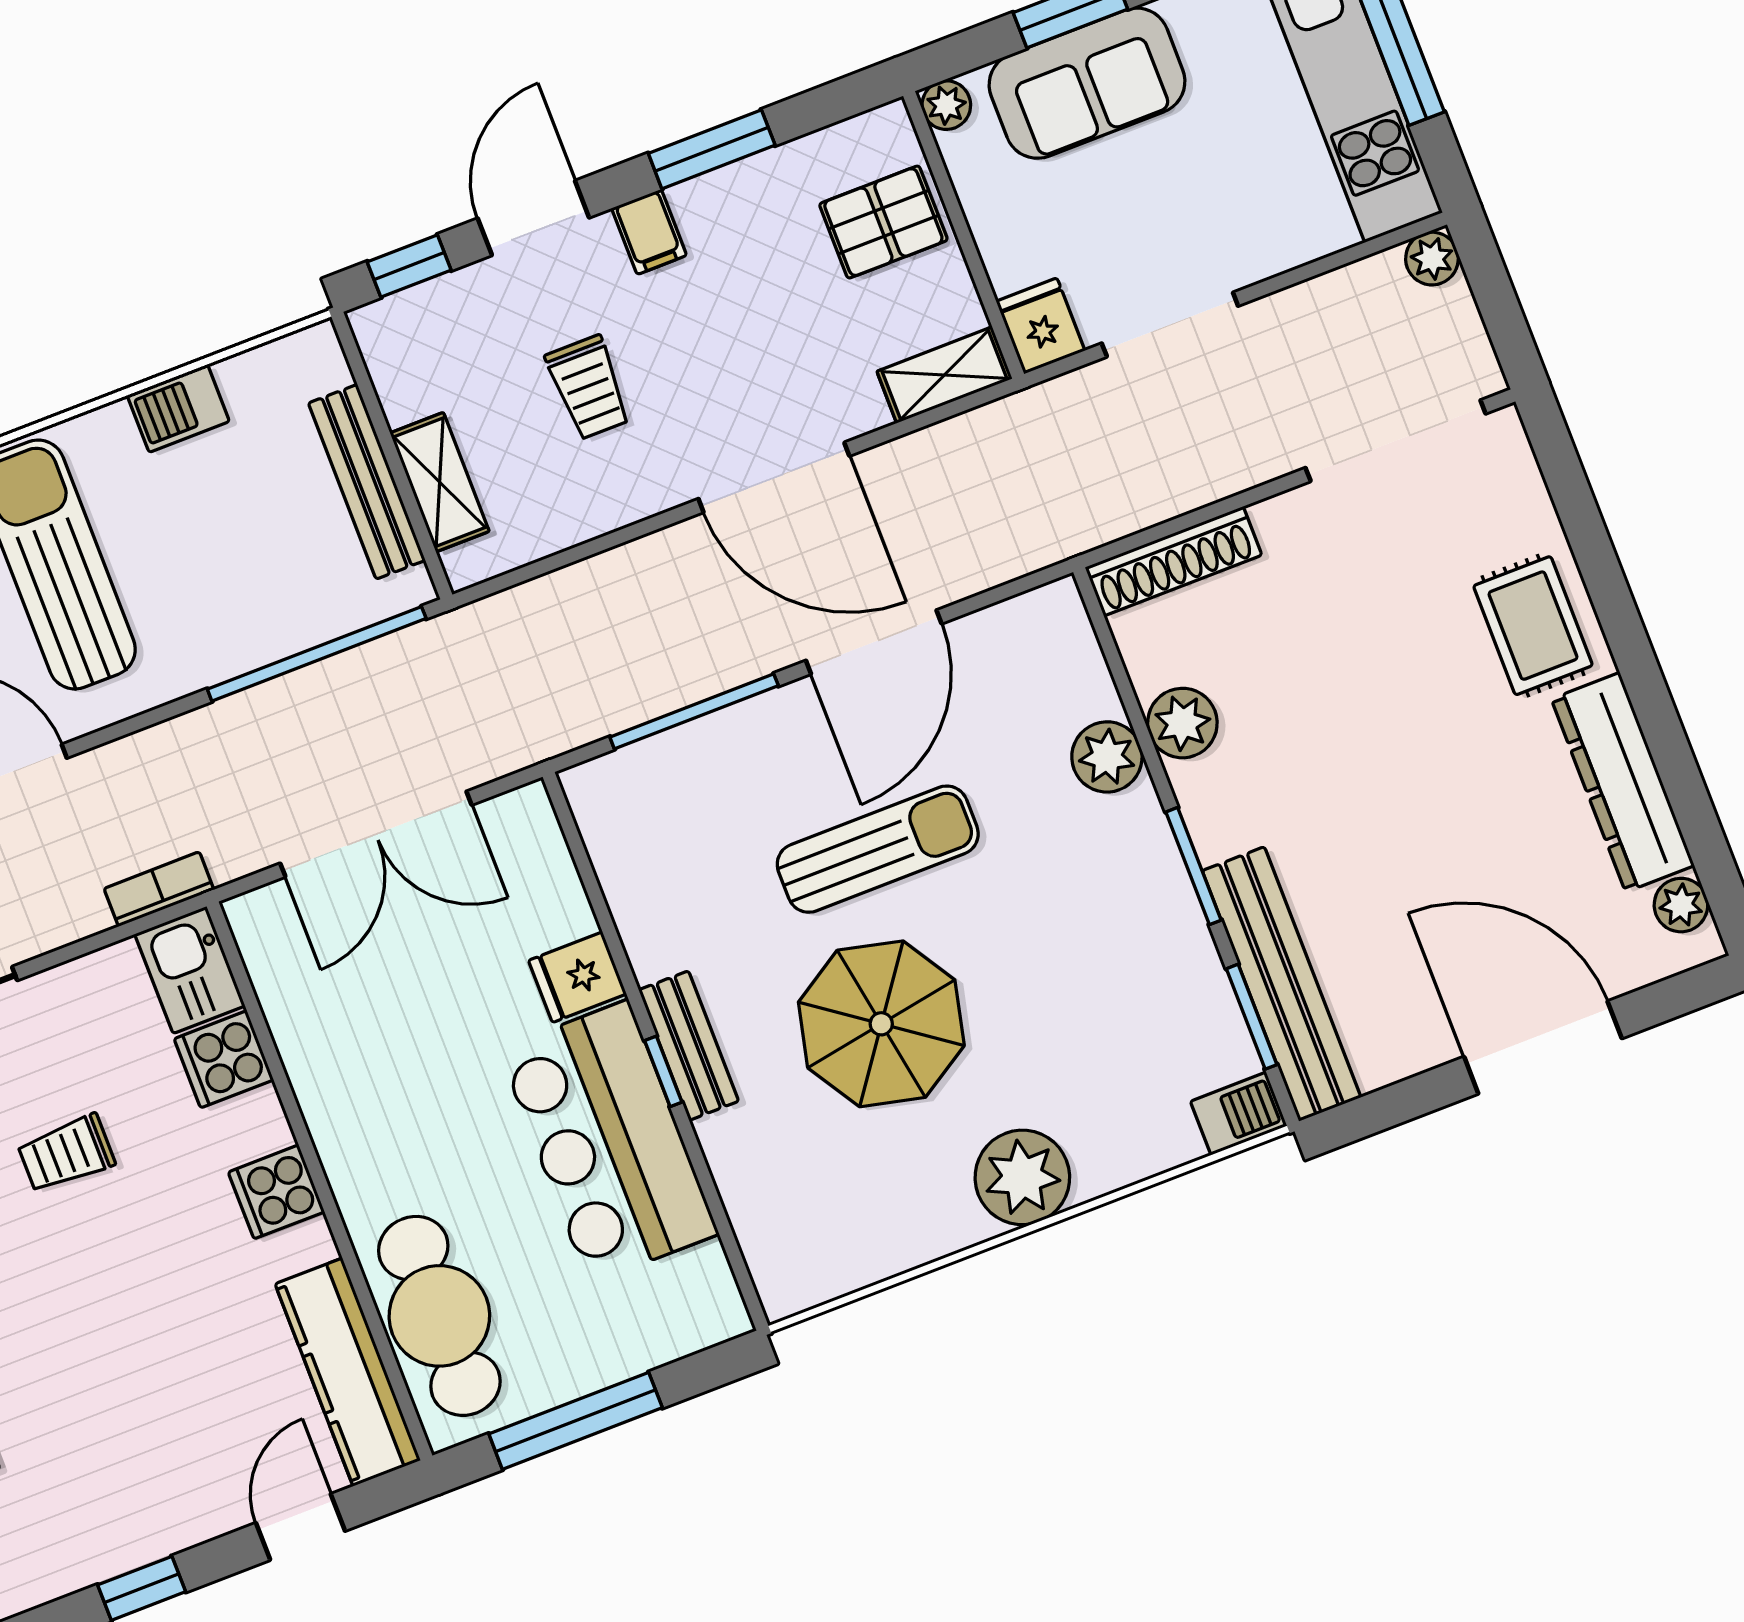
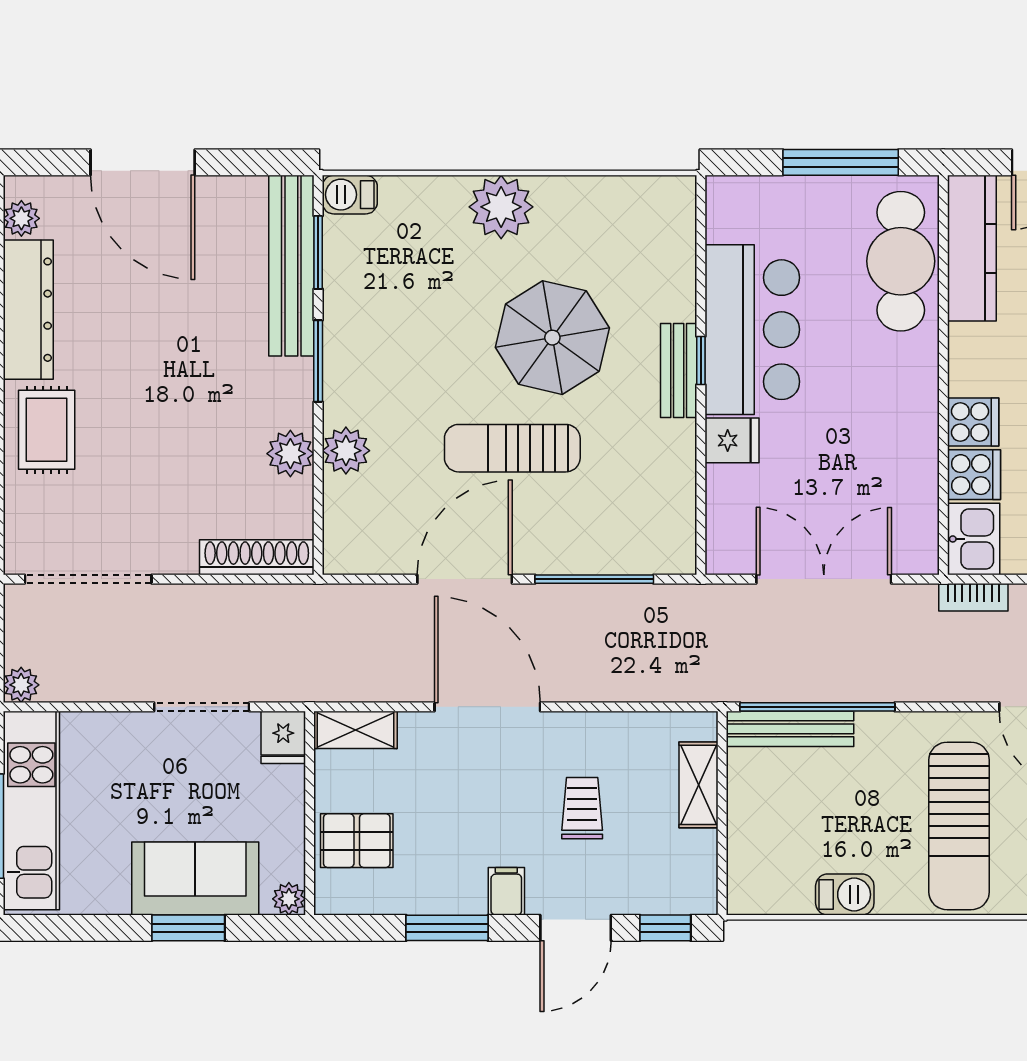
bench: (367, 482) -> (790, 729), moved, turned 90
cooker: (276, 1192) -> (973, 422), moved

